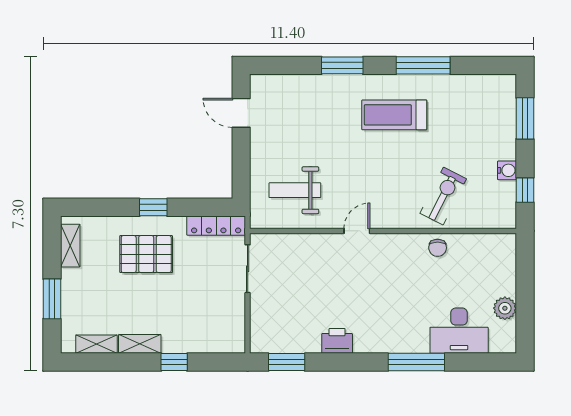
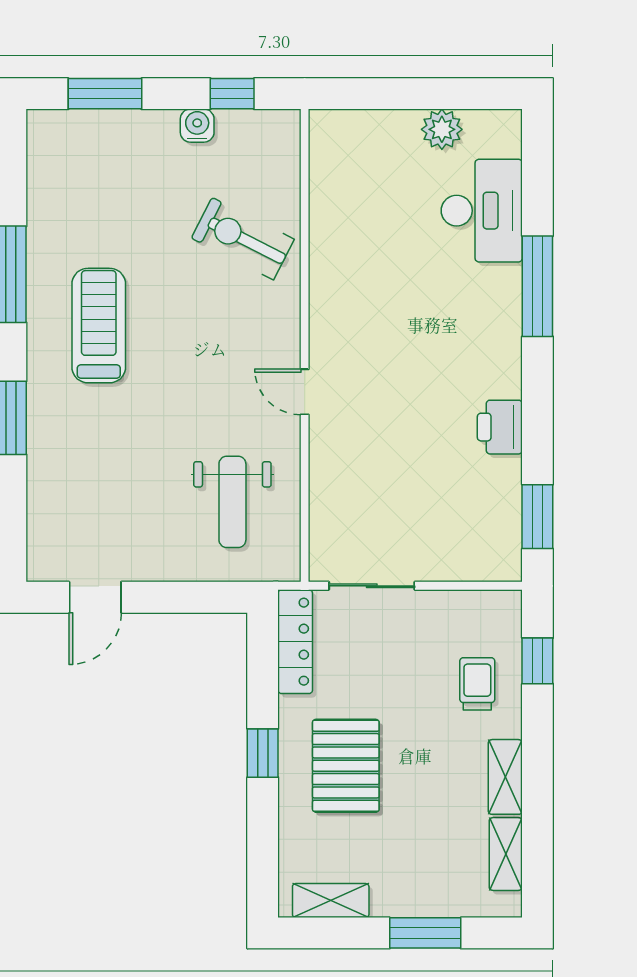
treadmill: (394, 115) -> (99, 326), turned 180
chair: (438, 248) -> (335, 249), removed
trolley: (192, 328) -> (477, 684), added
window: (174, 362) -> (537, 661), moved

